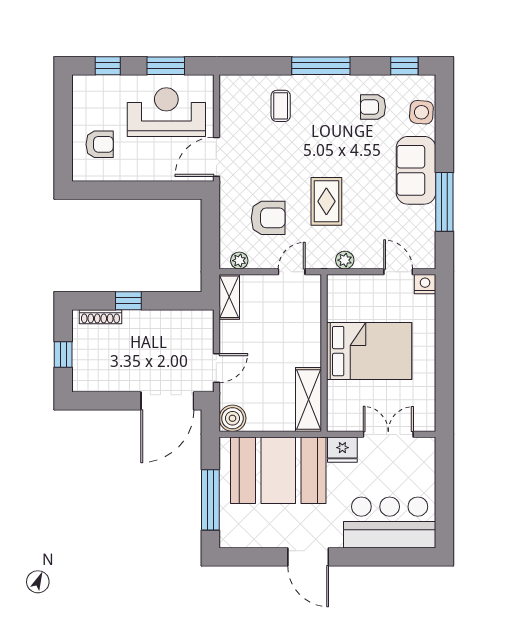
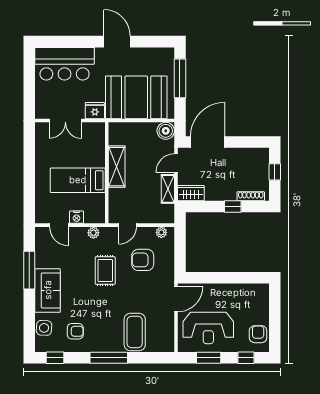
coffee table: (281, 106) -> (135, 332), width x1.86, depth x1.72
armchair: (100, 144) -> (258, 334), moved, turned 90
nightstand: (425, 284) -> (77, 217), moved
shelving: (229, 297) -> (168, 189), moved
wardrobe: (193, 321) -> (191, 193), added
bed: (369, 351) -> (78, 180), width x0.67
shelving: (309, 399) -> (117, 167), moved

